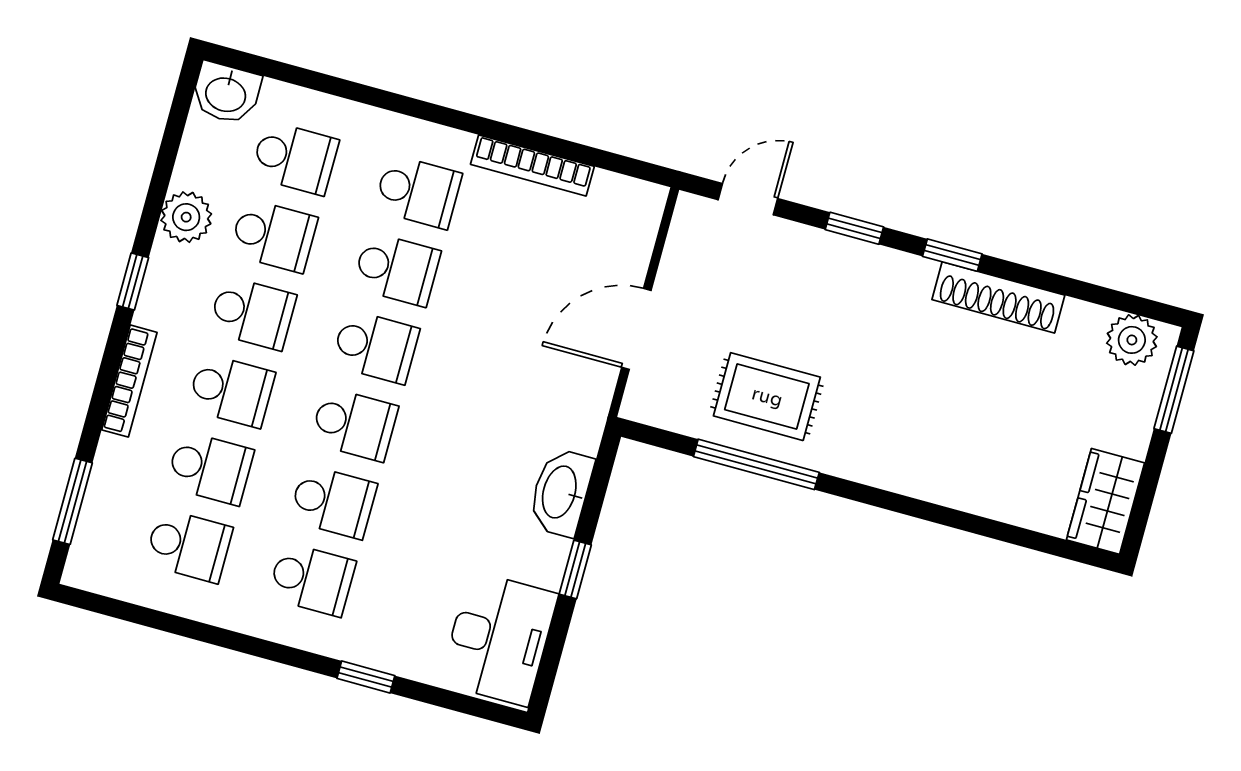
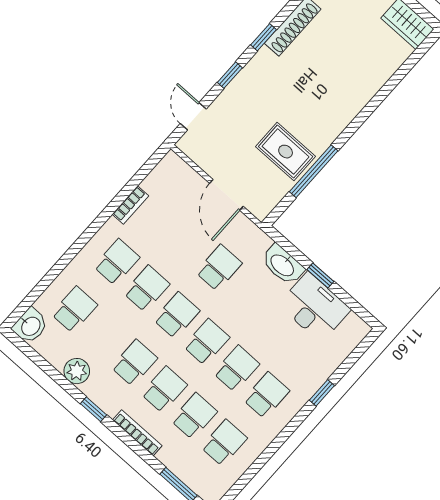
bookcase: (532, 165) -> (130, 205), width x0.64
school desk: (274, 236) -> (219, 268), moved
rug: (767, 397) -> (286, 152), turned 90
desk: (499, 639) -> (314, 307), moved

